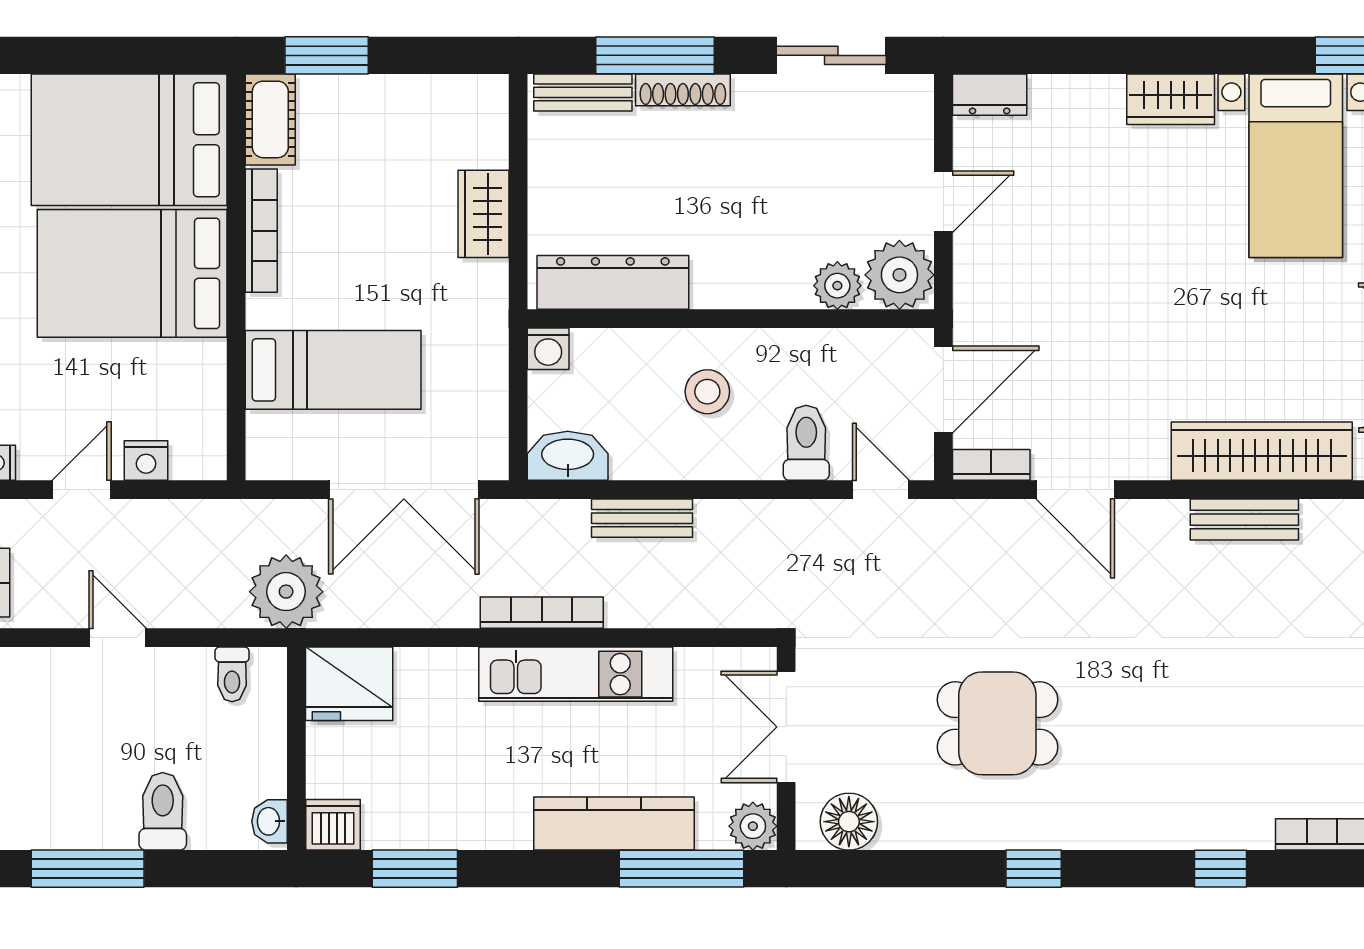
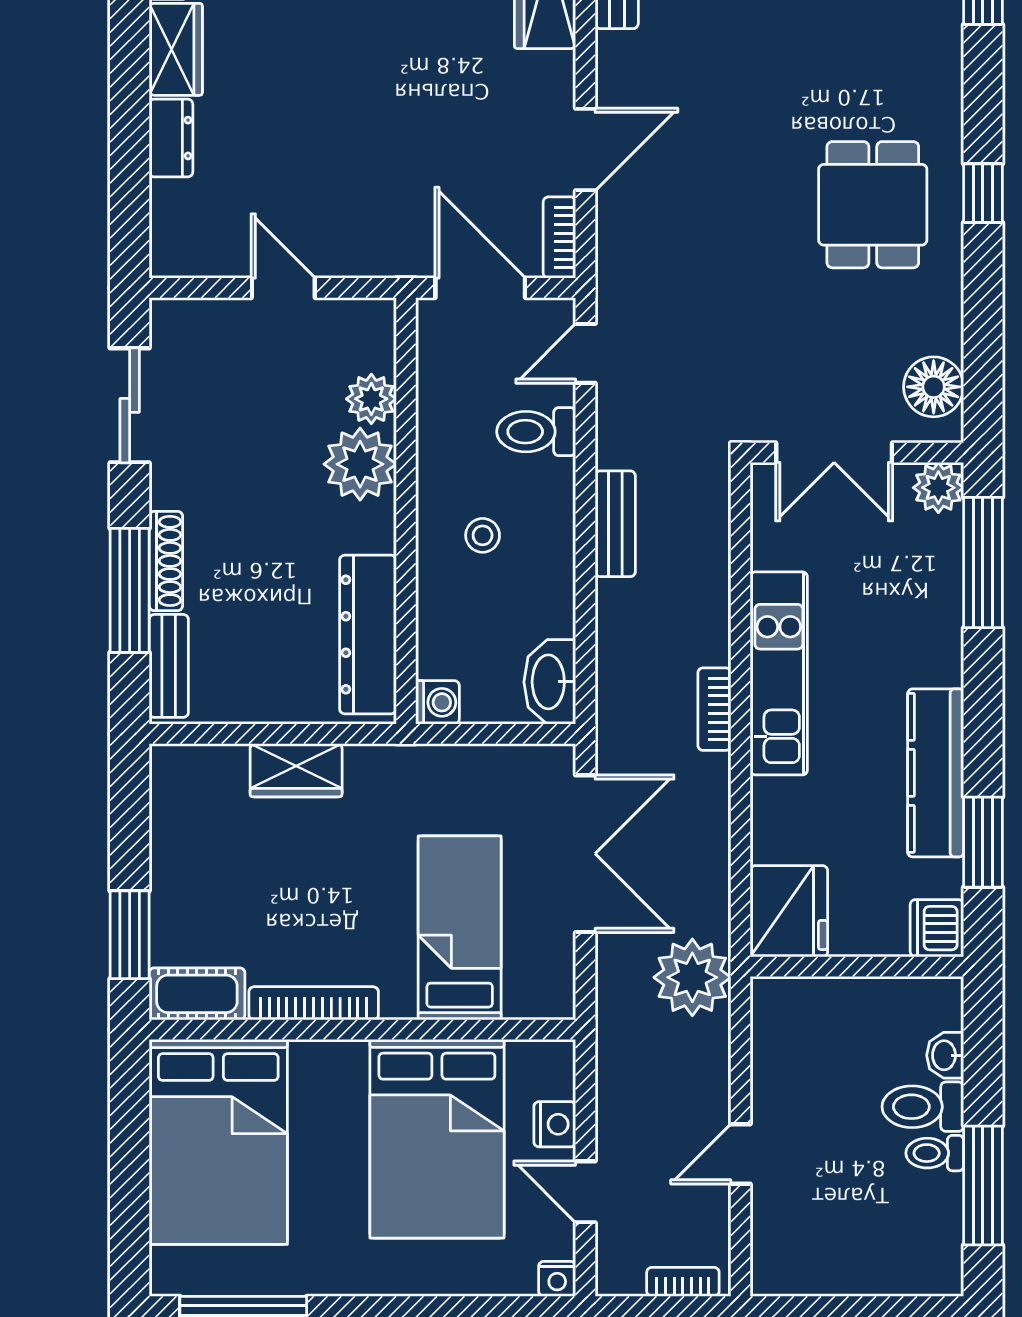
dresser: (990, 95) -> (171, 138), moved
bed: (132, 273) -> (437, 1139), moved
plant: (899, 275) -> (360, 464), moved
stool: (707, 392) -> (483, 535), width x0.73, depth x0.73
bench: (642, 518) -> (615, 524), moved
bookcase: (542, 613) -> (714, 709), width x0.64
toilet: (232, 674) -> (935, 1153), moved, turned 180
dining table: (997, 723) -> (873, 205), moved
washbasin: (269, 821) -> (945, 1055), moved, turned 90
kitchen counter: (614, 823) -> (936, 773), moved

